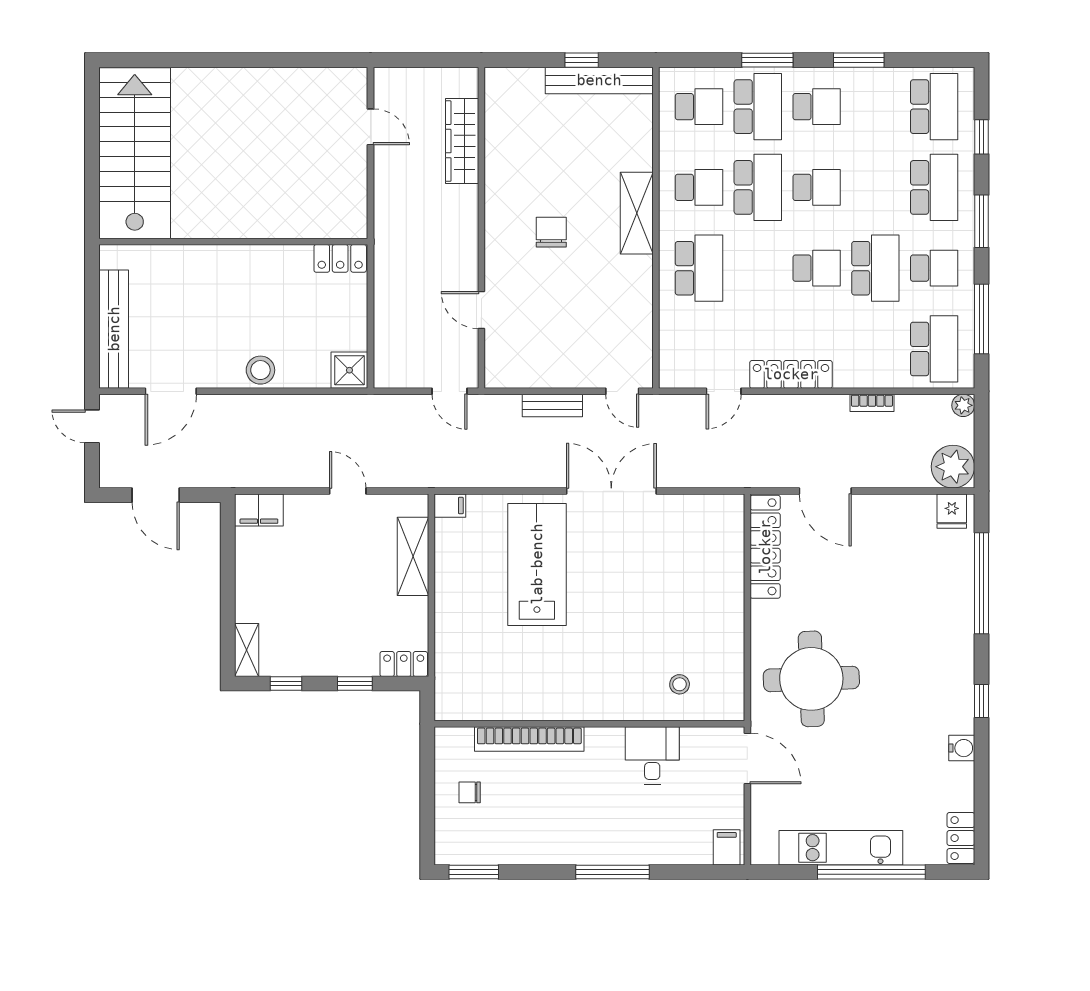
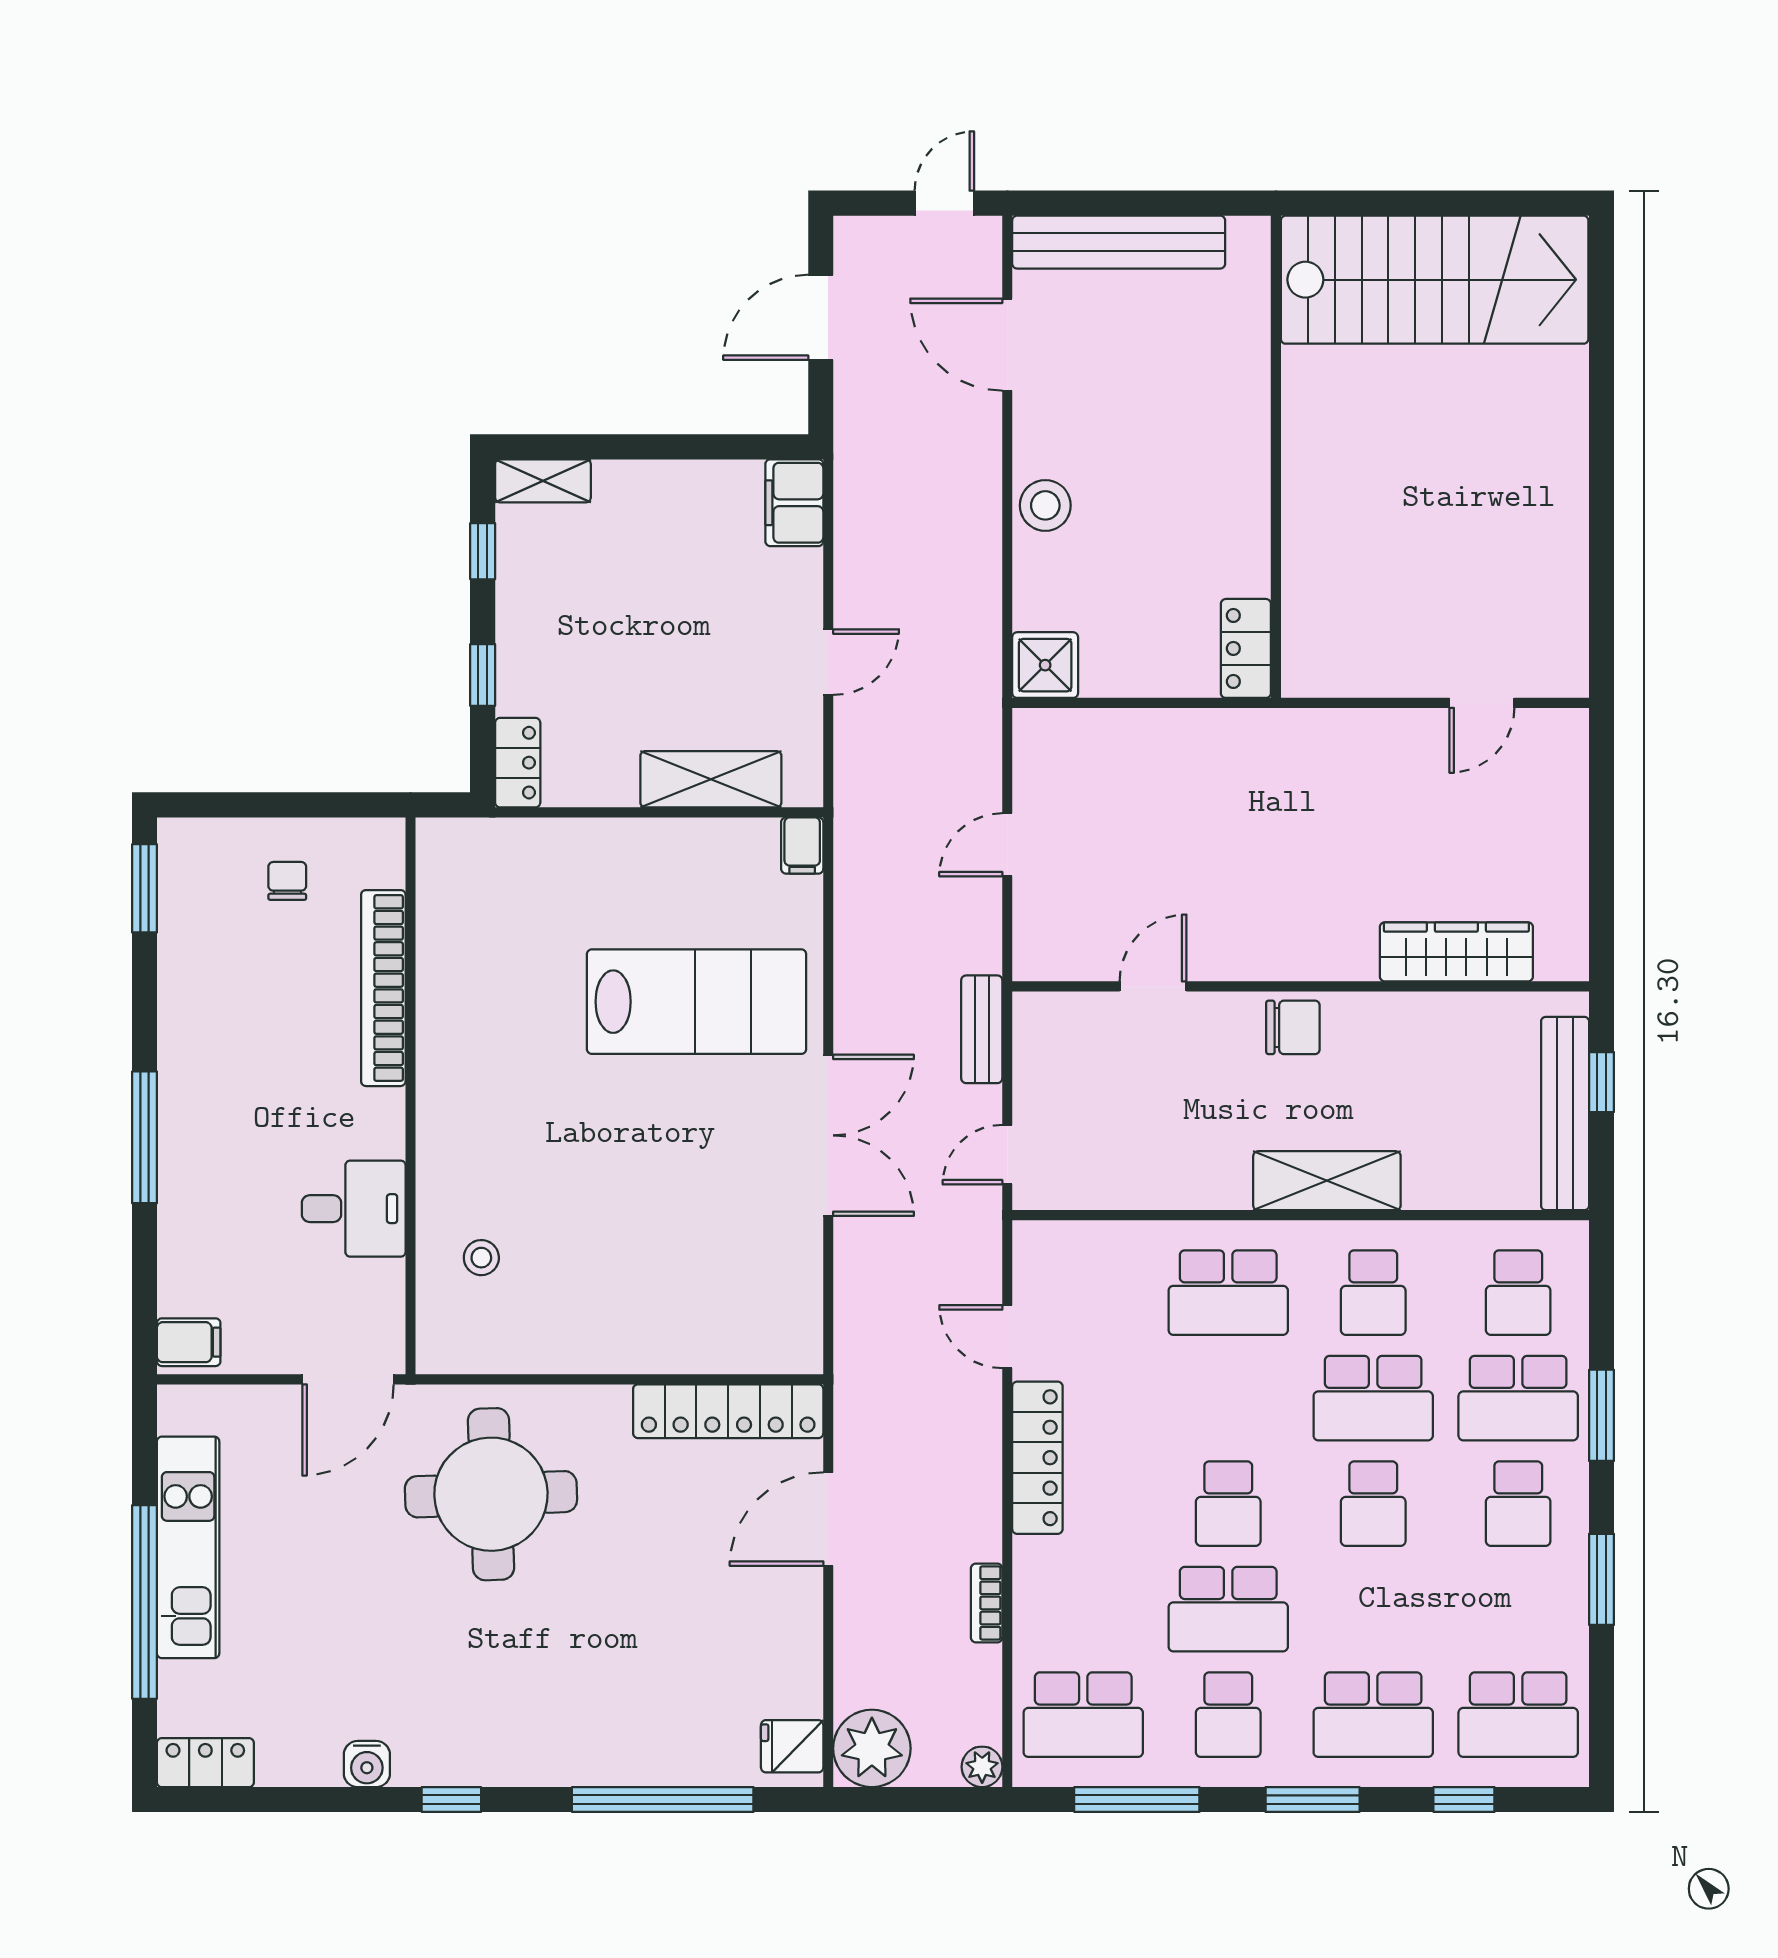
wardrobe: (462, 141) -> (1456, 952), moved
wall: (481, 228) -> (1301, 986), moved
door: (481, 310) -> (1153, 986), moved

